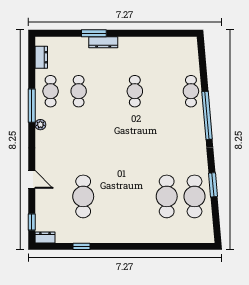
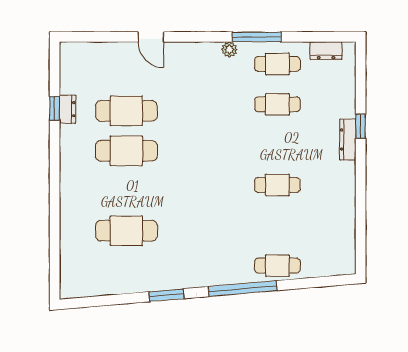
window: (94, 33) -> (361, 126), width x0.67
door: (32, 179) -> (151, 37), hinge flipped
window: (213, 185) -> (167, 295), moved
cafe table: (194, 196) -> (126, 151), moved
window: (32, 222) -> (90, 37), removed
dresser: (45, 237) -> (67, 109), moved

